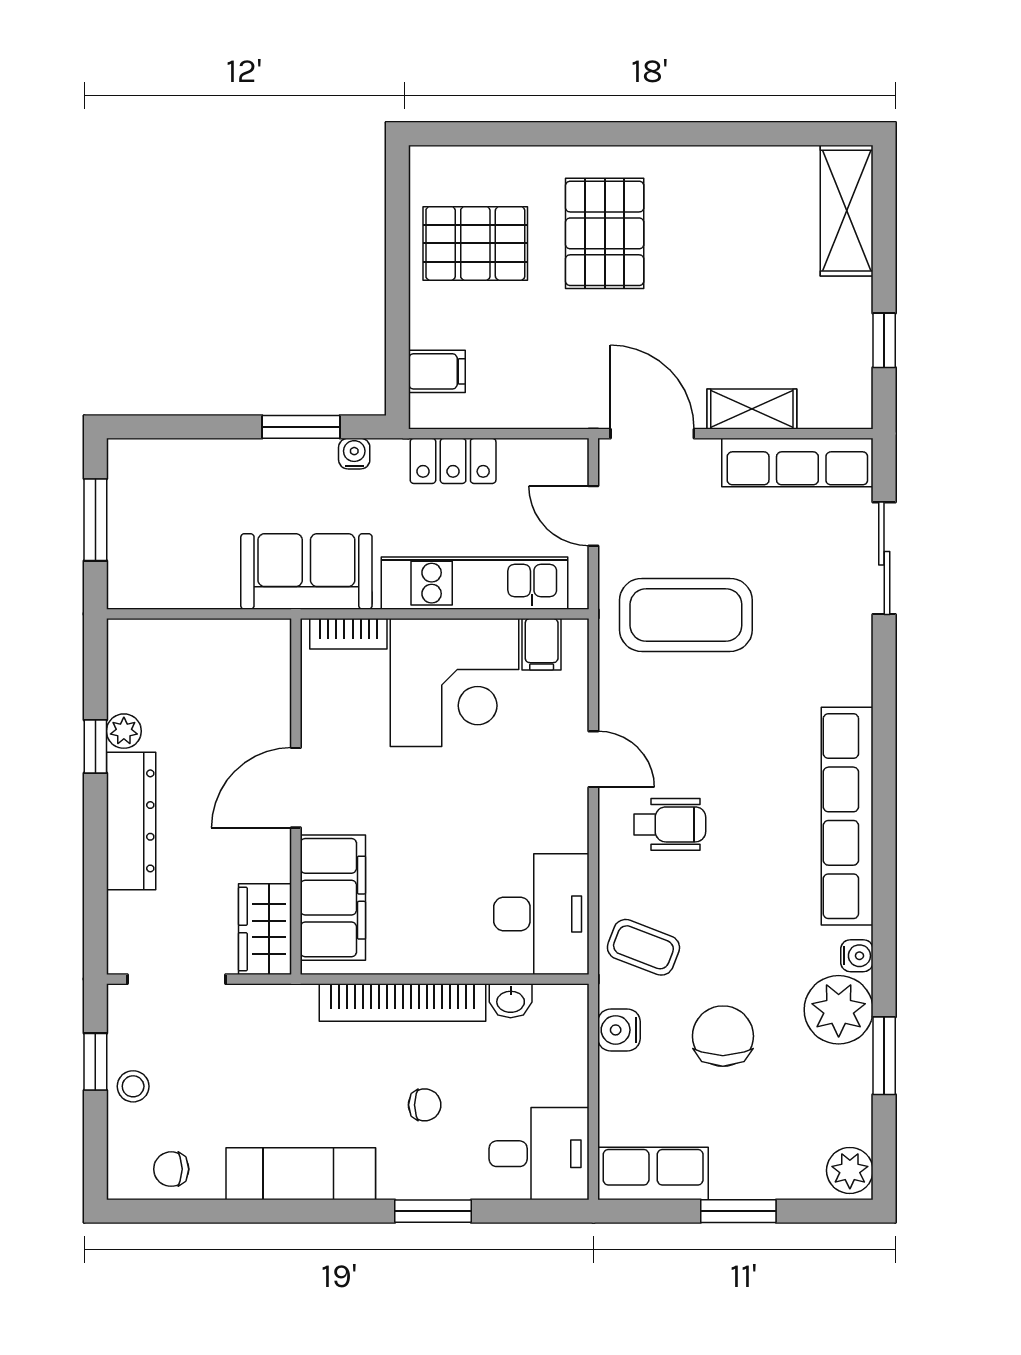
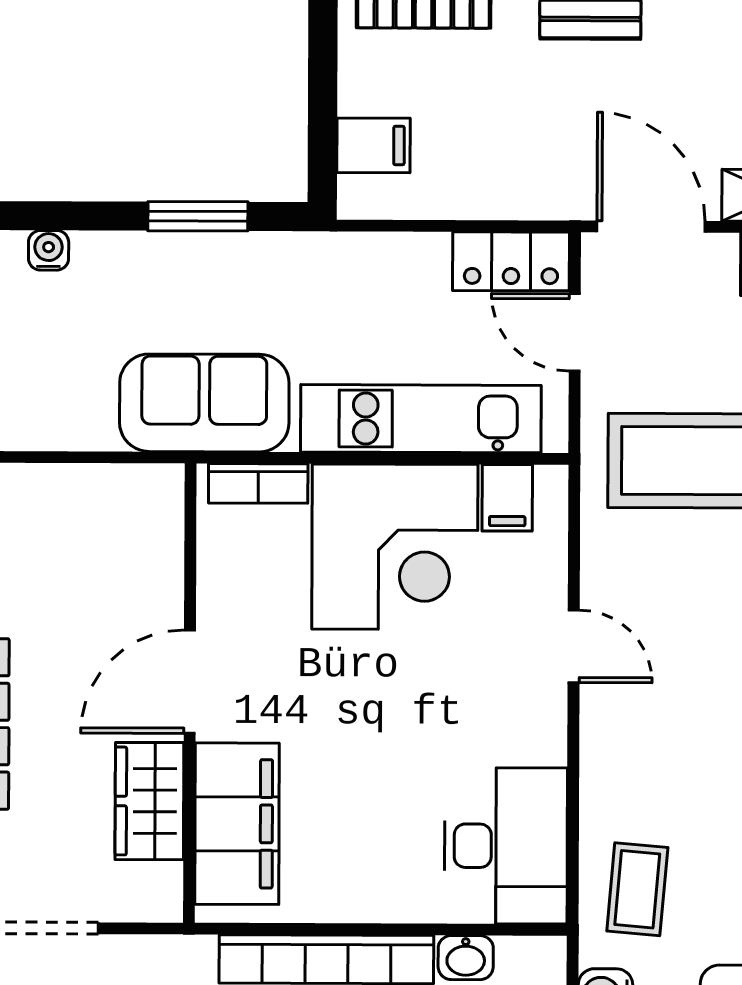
water cooler: (354, 454) -> (49, 250), moved
locker: (453, 461) -> (511, 261), moved
wheelchair: (670, 824) -> (672, 731), removed
wardrobe: (265, 929) -> (149, 801), moved
coffee table: (643, 947) -> (637, 889), turned 74

